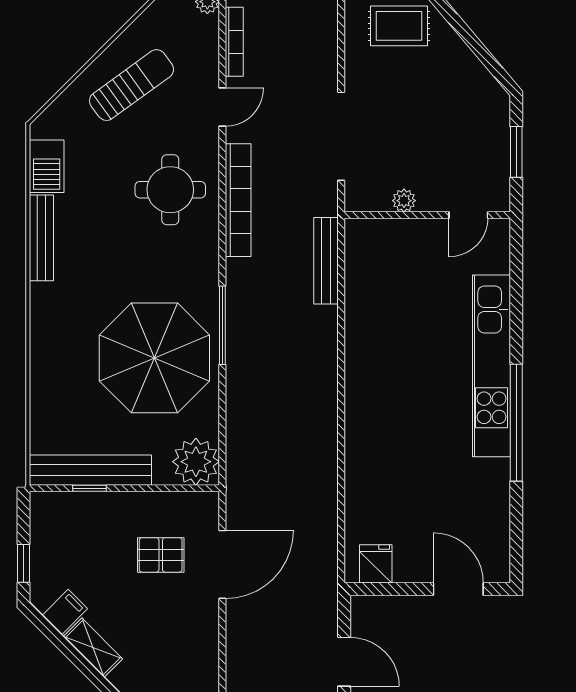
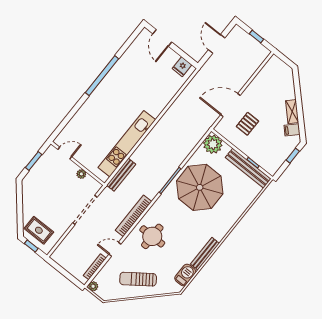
kitchen unit: (492, 366) -> (127, 144), moved, turned 180
pallet: (161, 555) -> (247, 124), turned 90

